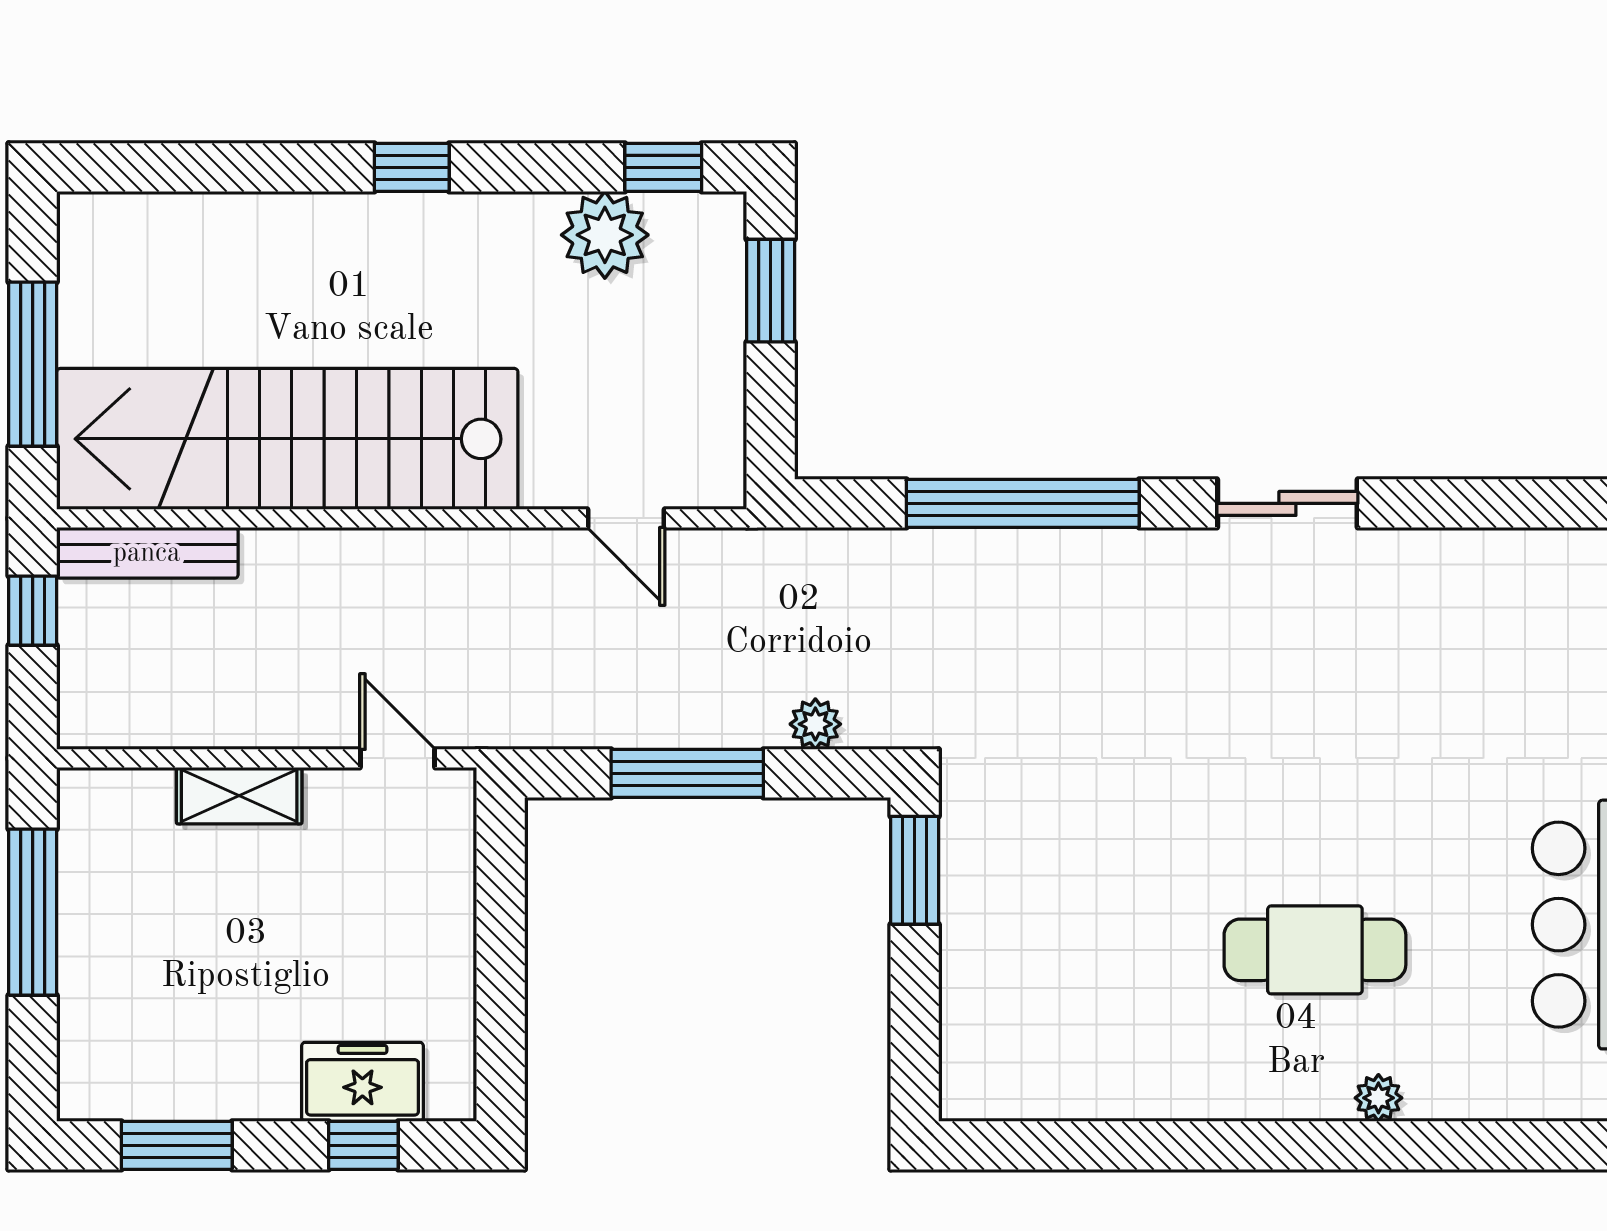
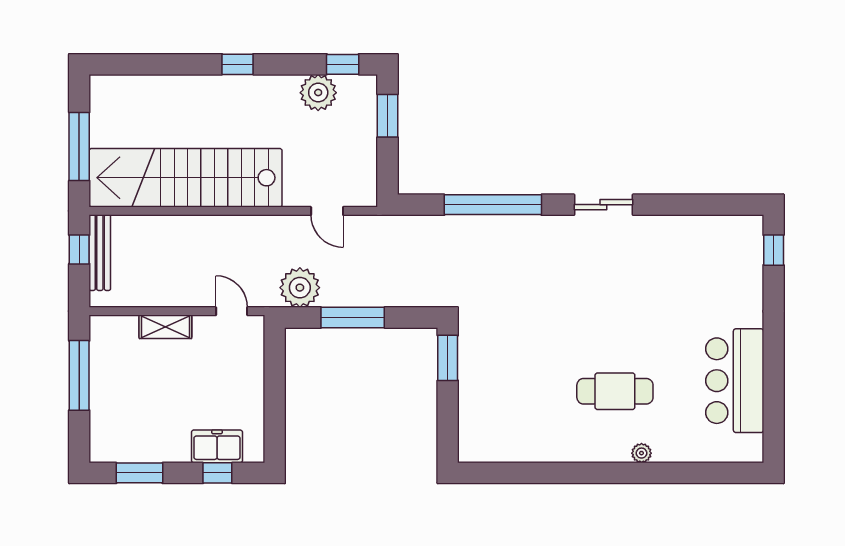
bench: (147, 553) -> (100, 253), moved, turned 90
plant: (815, 724) -> (300, 288), moved, width x1.88, depth x1.88

